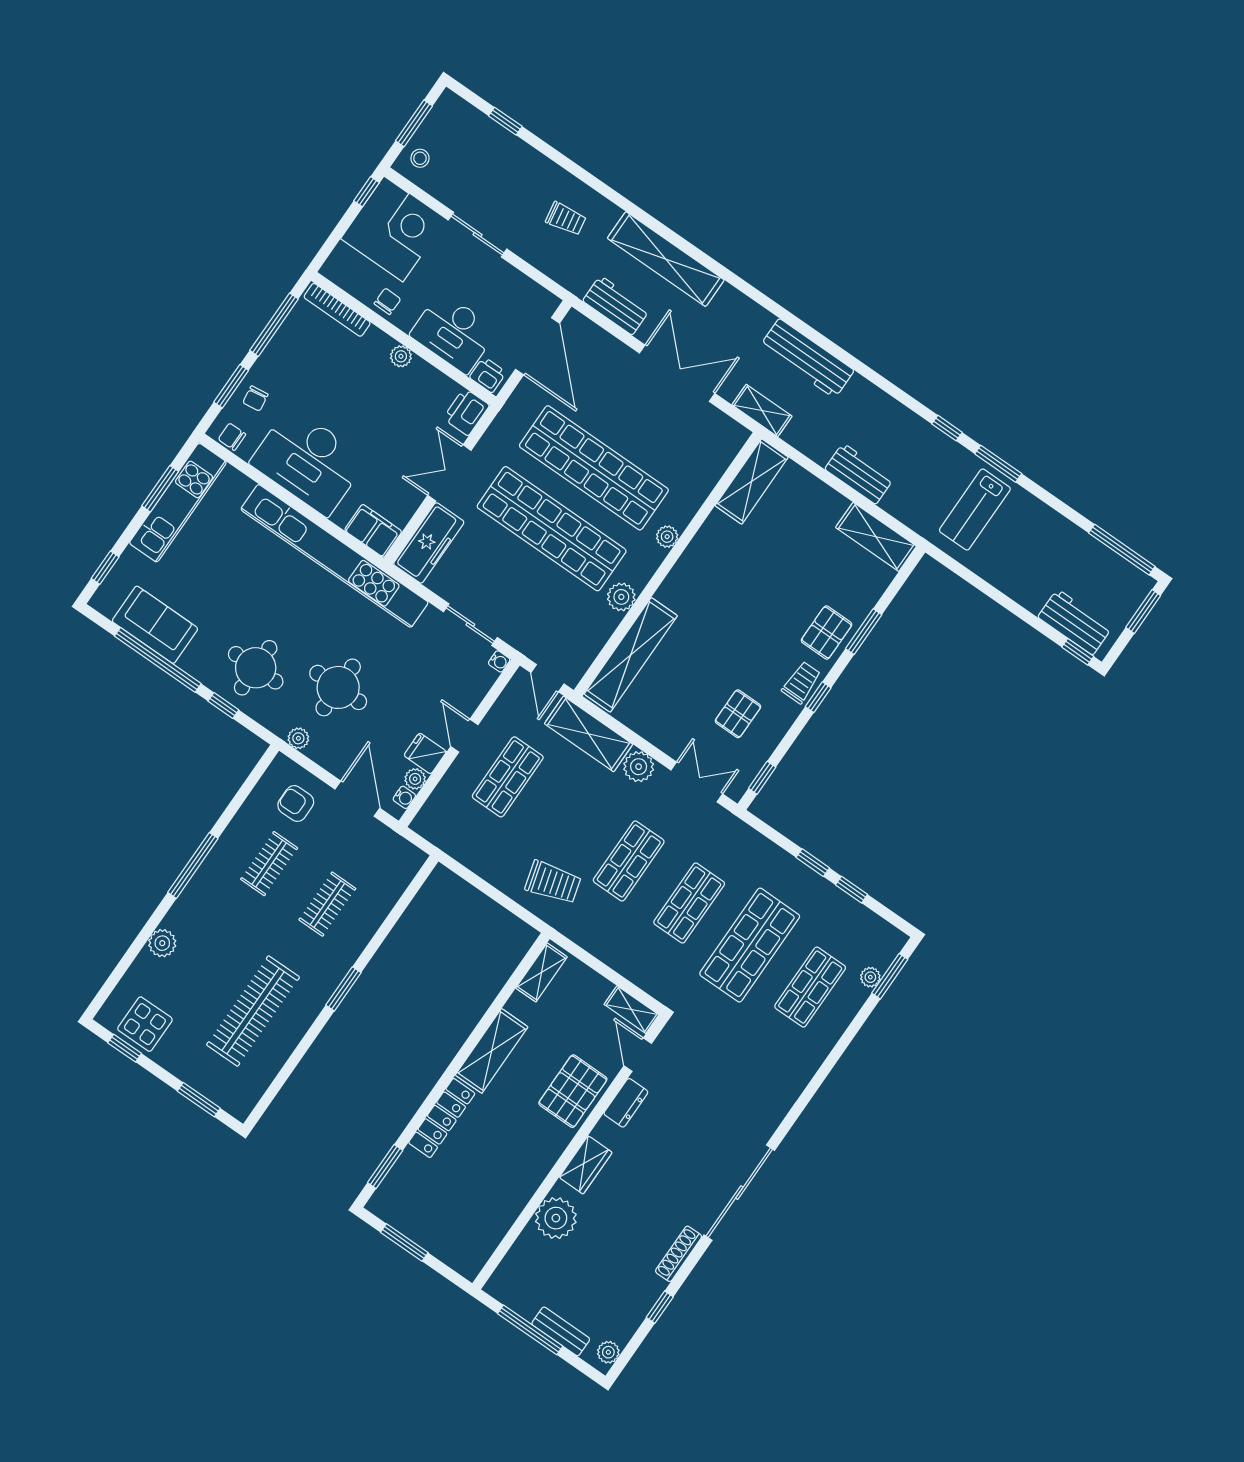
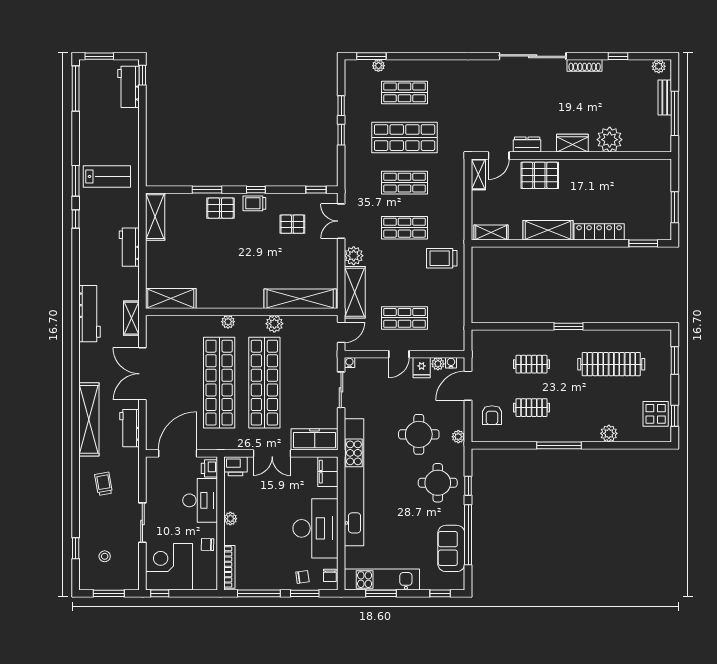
stool: (420, 158) -> (105, 556), moved
trolley: (553, 882) -> (442, 258), turned -74

